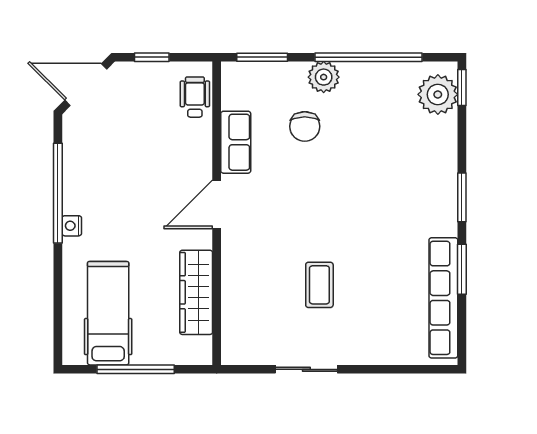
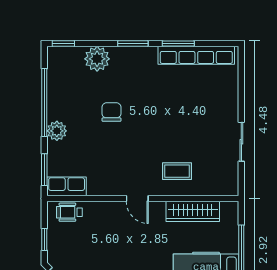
plant: (438, 94) -> (97, 59), moved
chair: (305, 126) -> (111, 112), moved, turned -90
row of seats: (236, 142) -> (67, 186), moved
door: (217, 204) -> (137, 198), width x0.73
coffee table: (319, 285) -> (177, 171), moved

